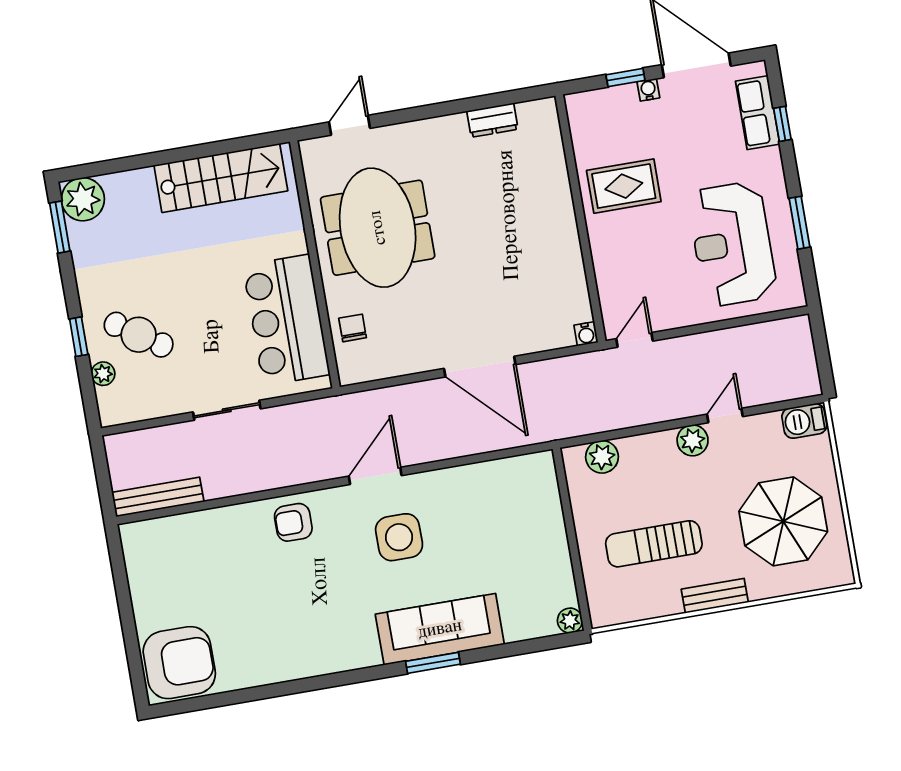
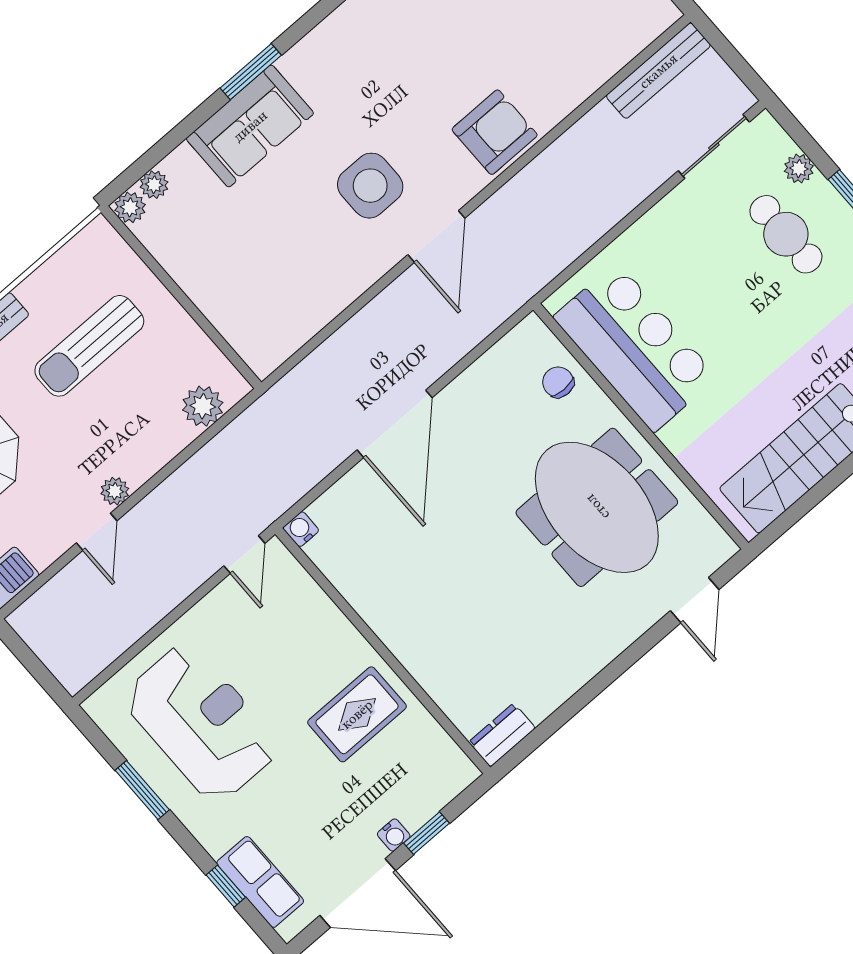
dresser: (492, 120) -> (502, 735), moved
chair: (353, 328) -> (558, 382), turned 180
cafe table: (139, 335) -> (786, 234), turned 56
door: (480, 367) -> (395, 424), swing flipped
sliding door: (227, 410) -> (714, 146), moved
plant: (693, 440) -> (115, 491), width x0.73, depth x0.73
armchair: (293, 522) -> (495, 132), width x1.38, depth x1.38
sun lounger: (654, 544) -> (89, 346), turned 180
plant: (544, 626) -> (154, 185), added
sofa: (440, 629) -> (250, 126), width x0.73

